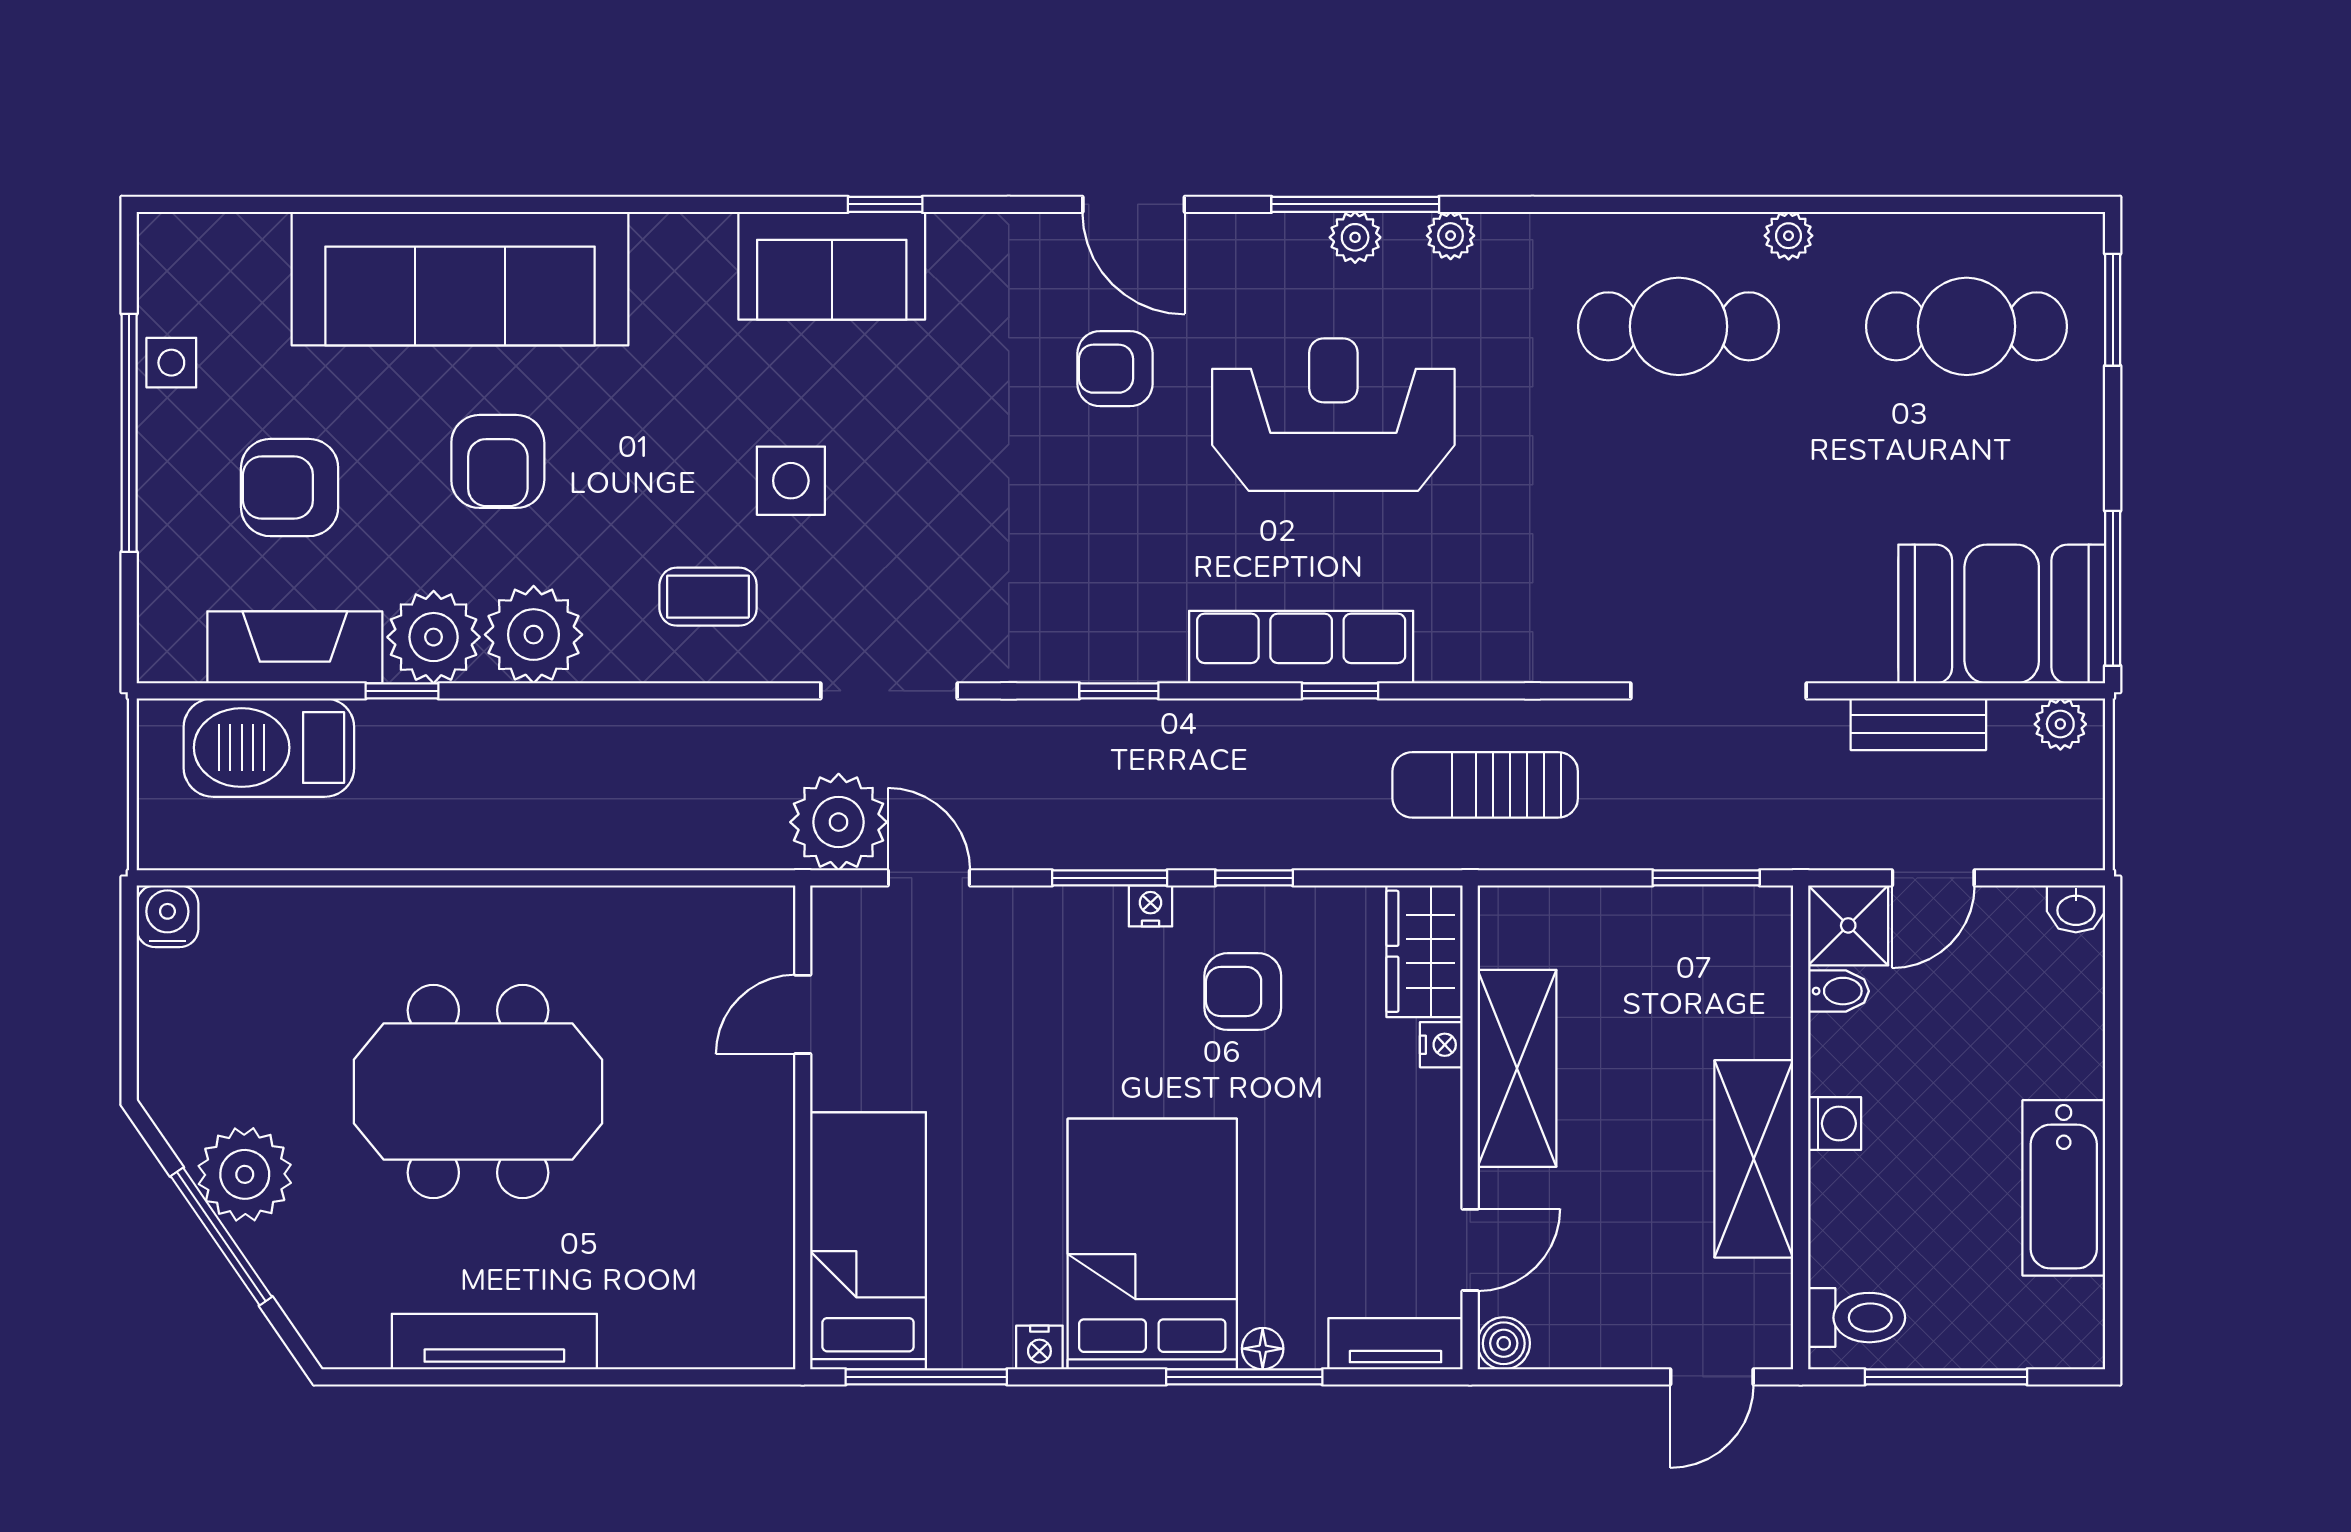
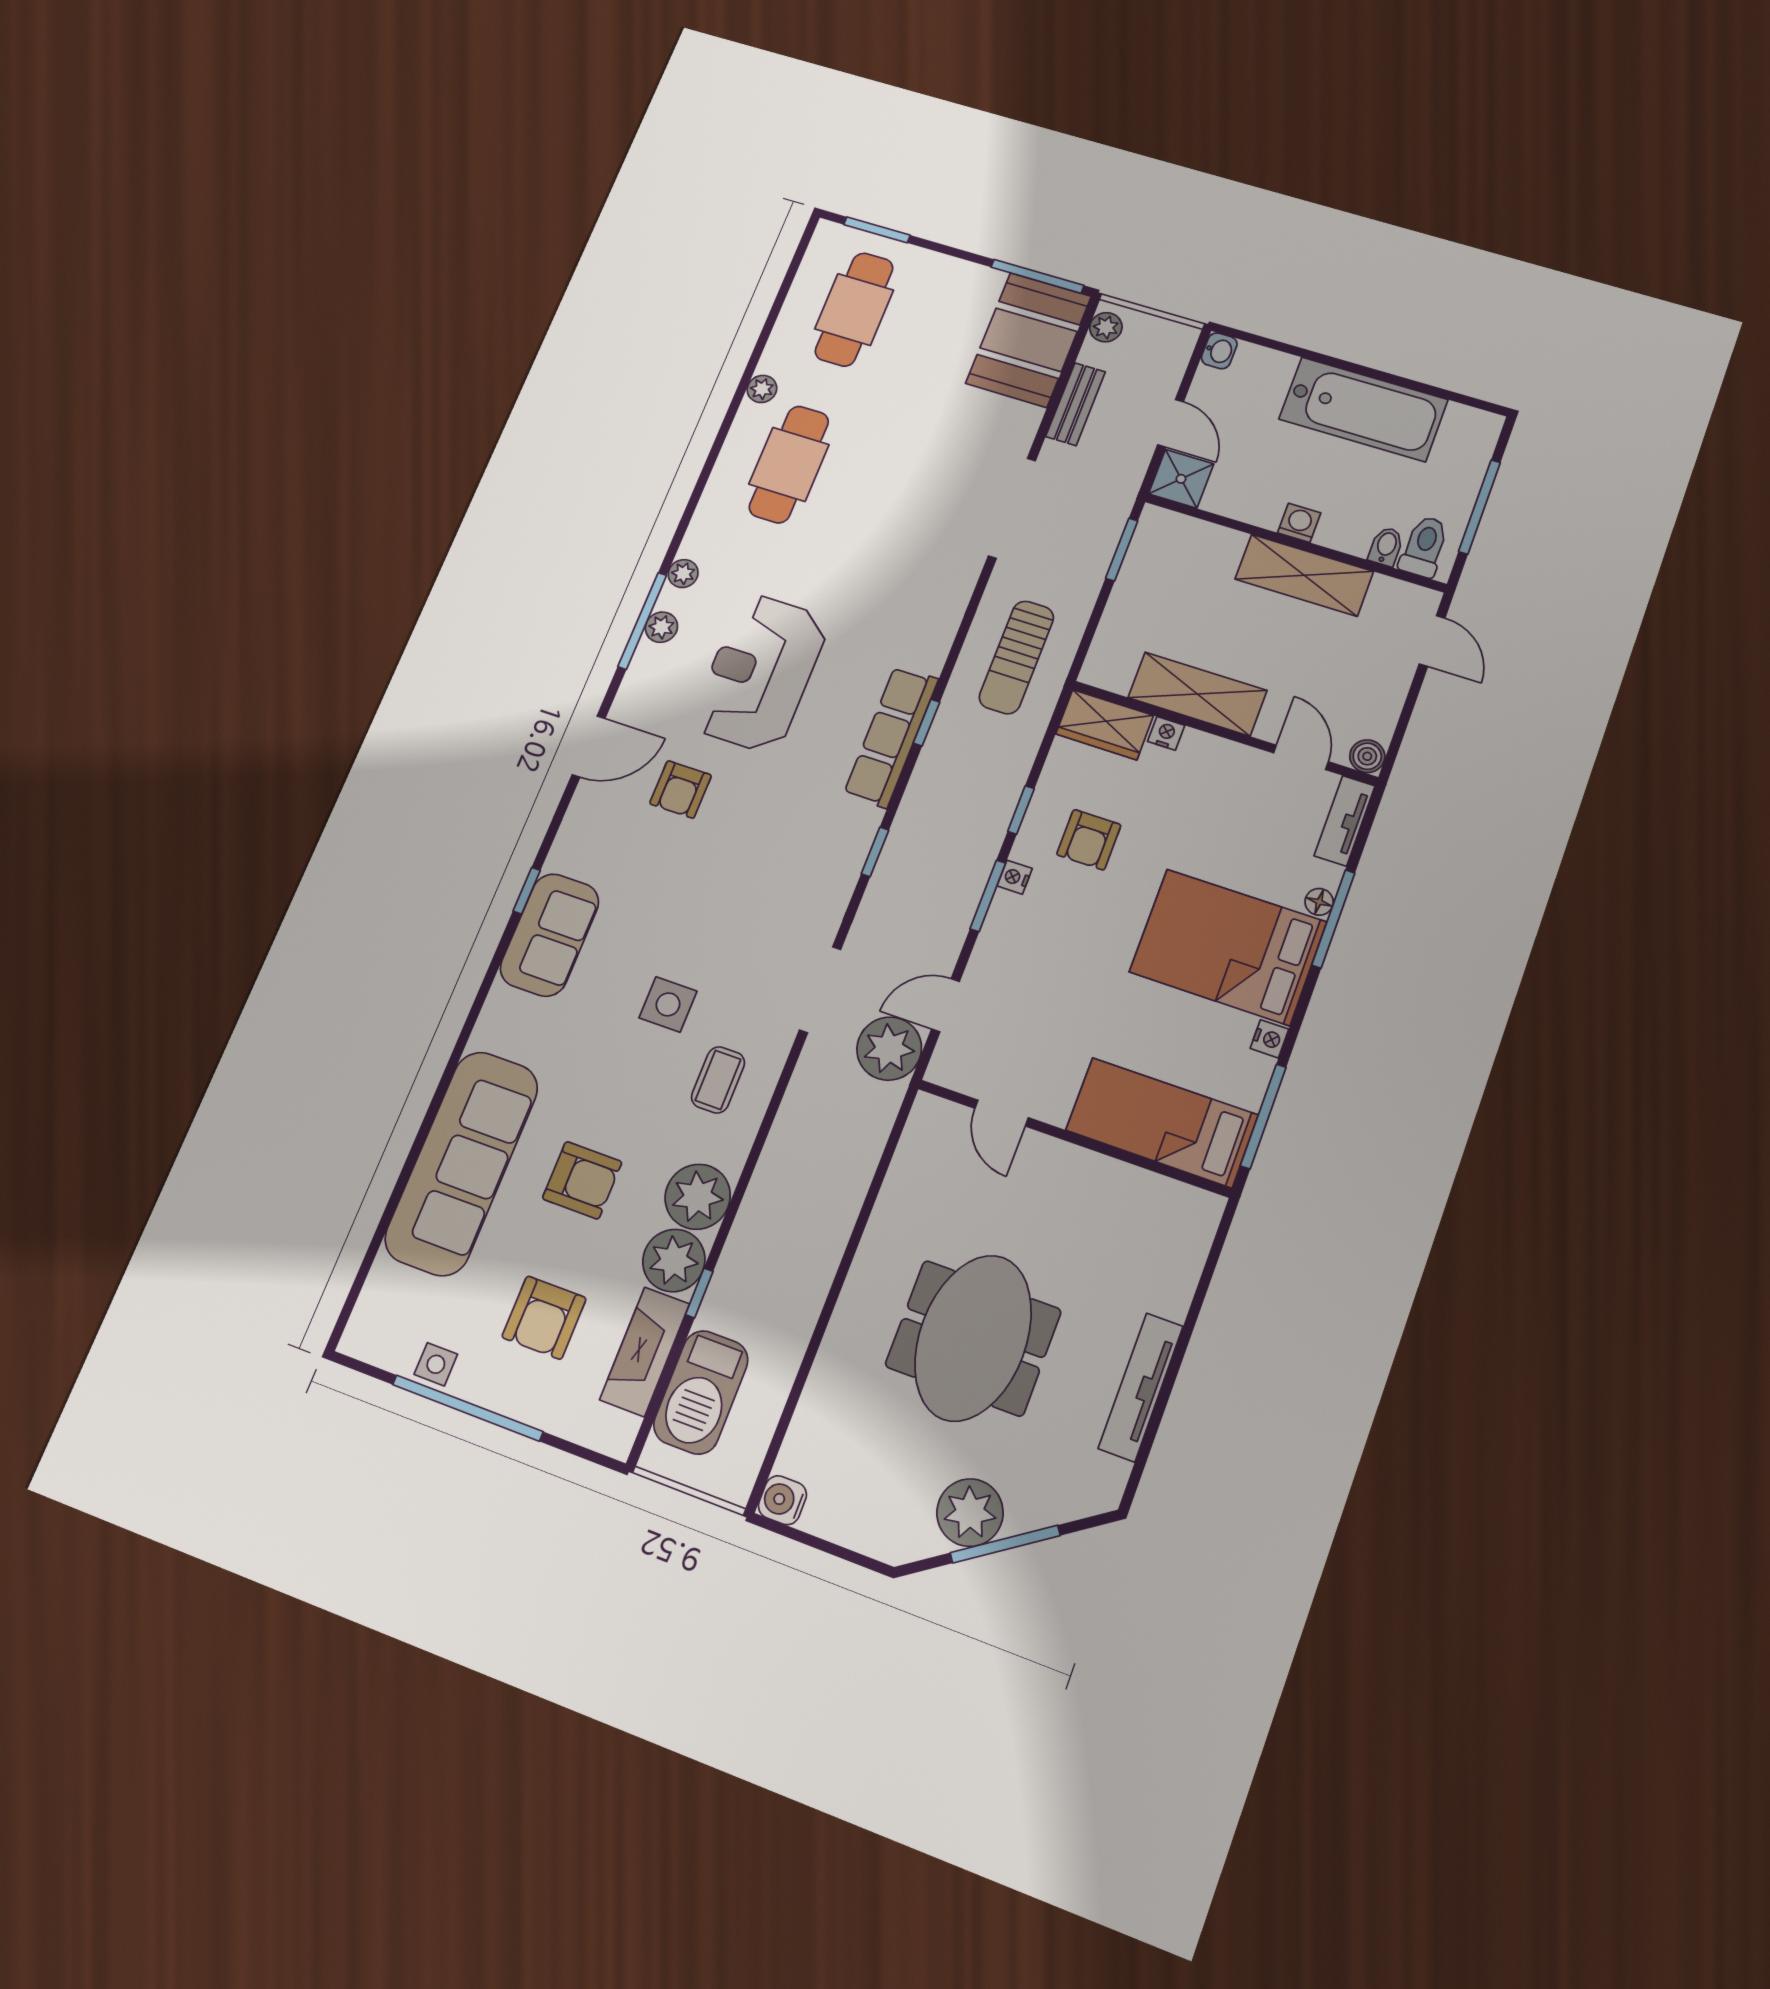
bidet: (1839, 991) -> (1386, 546), moved
bathtub: (2064, 1188) -> (1363, 409), width x1.36, depth x1.36

